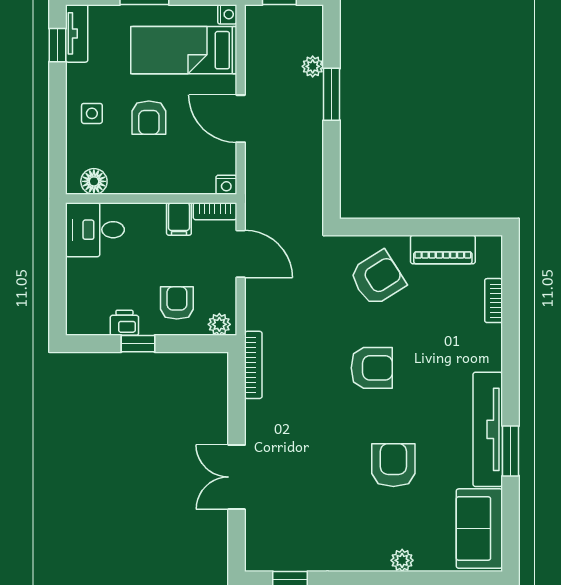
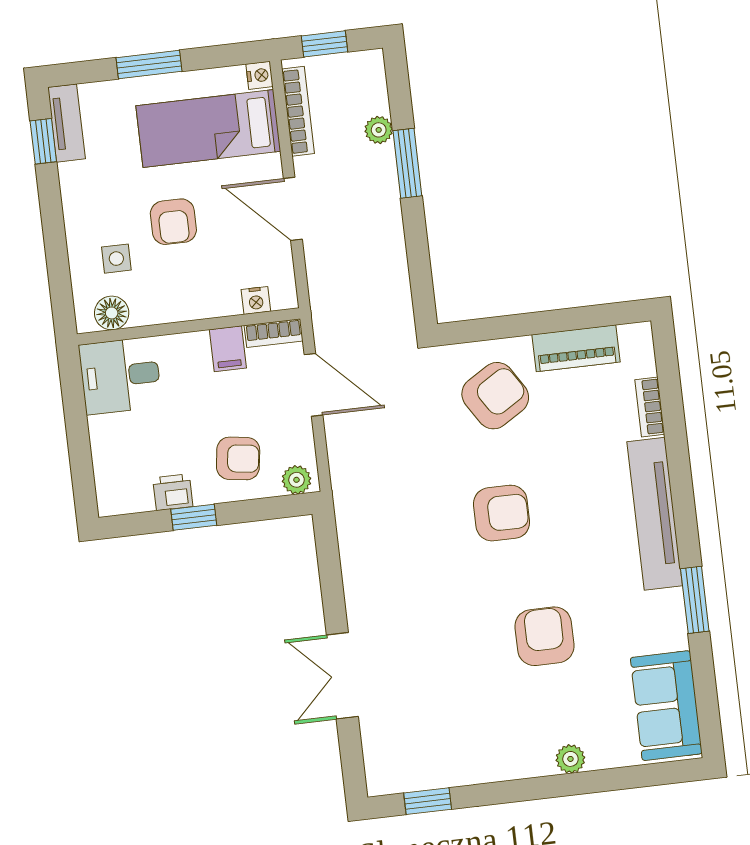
side table: (92, 113) -> (116, 259), moved
nightstand: (226, 185) -> (256, 300), moved
armchair: (177, 303) -> (238, 458), turned 98
bookcase: (253, 365) -> (298, 111), moved
tv unit: (488, 429) -> (655, 514), moved

